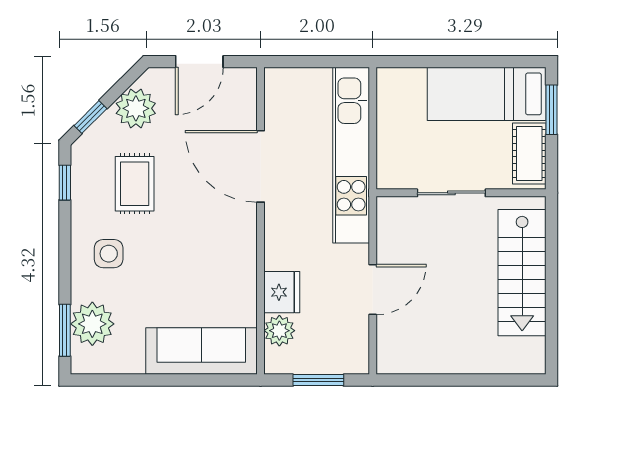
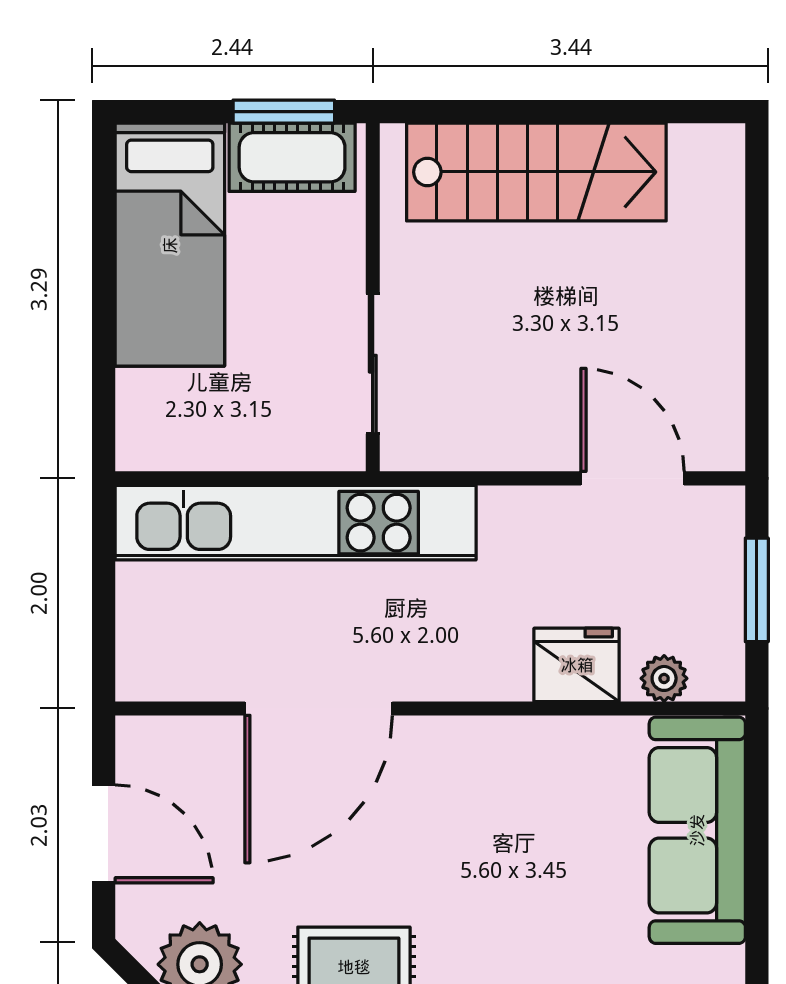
window: (552, 110) -> (284, 112), moved
sliding door: (451, 193) -> (373, 364), moved
door: (373, 289) -> (633, 478), moved
plant: (279, 331) -> (664, 678), width x0.73, depth x0.73

